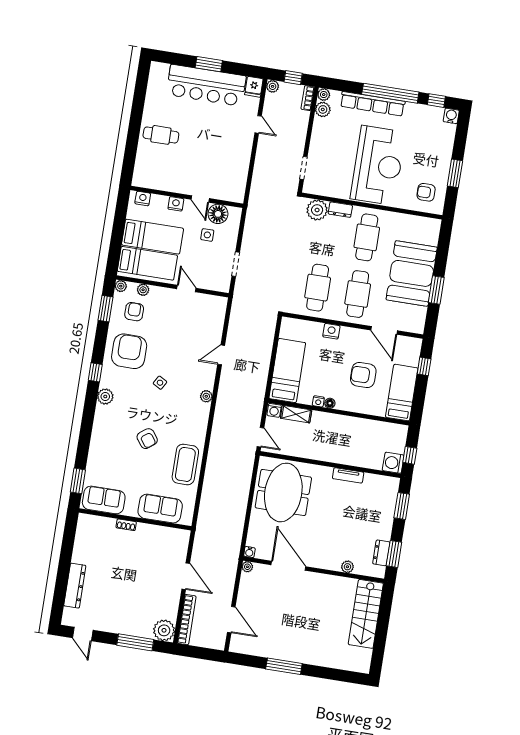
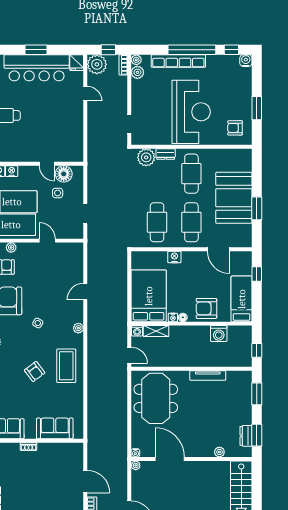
plant: (273, 86) -> (97, 64), width x1.87, depth x1.87
nightstand: (176, 204) -> (12, 171), moved
bed: (287, 371) -> (149, 296), width x1.50
armchair: (363, 375) -> (206, 308), moved
washing machine: (393, 463) -> (219, 333), moved, turned -90
coffee table: (185, 464) -> (66, 366), moved
tv unit: (348, 475) -> (208, 375), width x1.41

